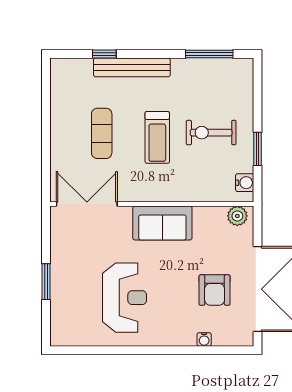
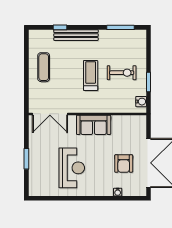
exercise mat: (102, 133) -> (44, 67), moved
exercise bike: (211, 133) -> (122, 73), turned 180
treadmill: (157, 137) -> (91, 75), turned 180
double door: (87, 204) -> (50, 114), swing flipped
plant: (237, 216) -> (137, 121), removed

